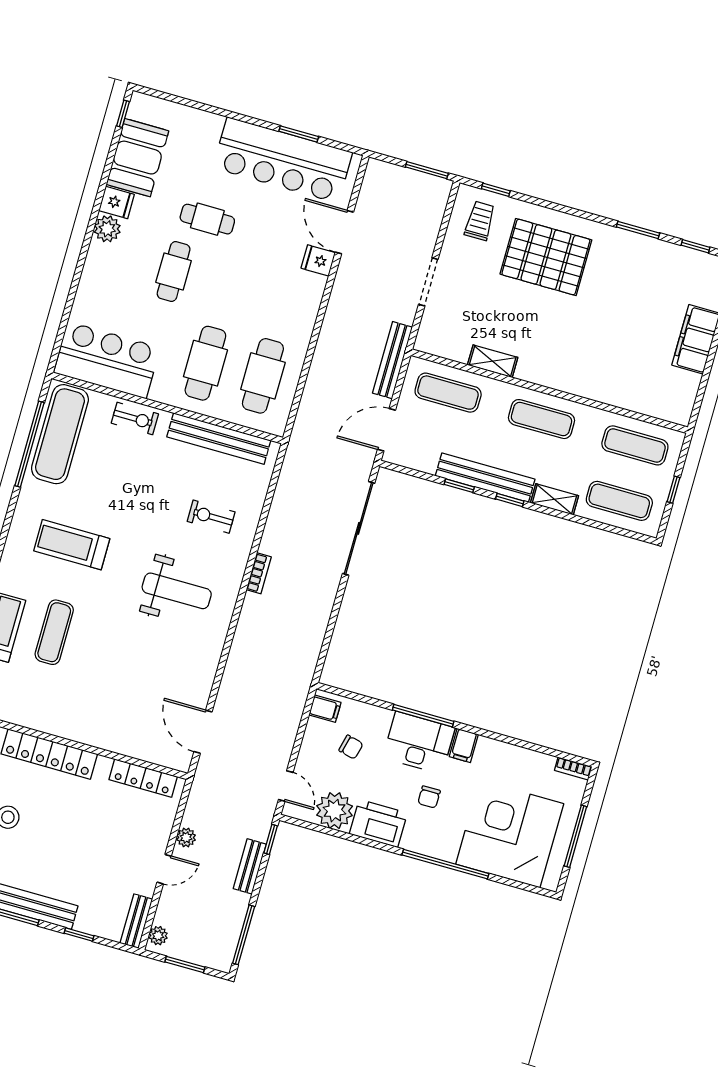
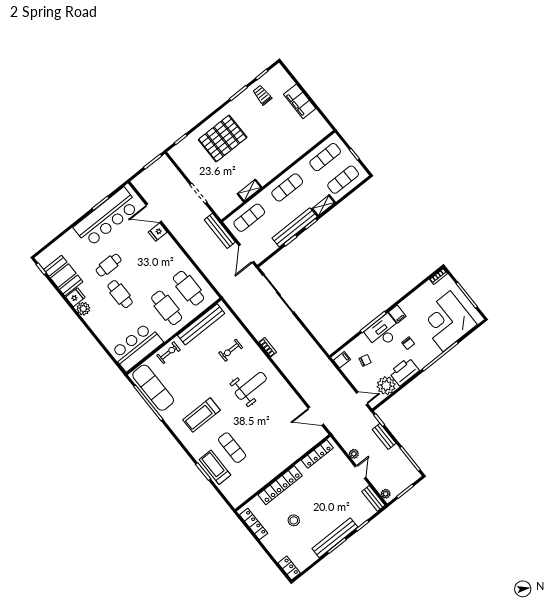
trolley: (480, 221) -> (262, 95), moved

